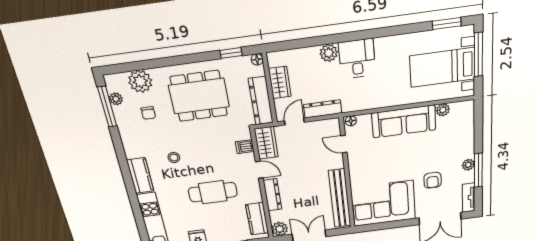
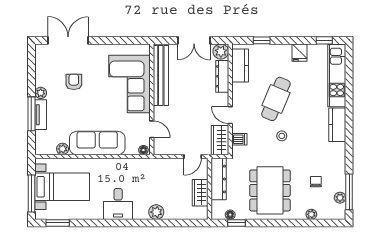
floor lamp: (257, 59) -> (230, 215), moved
desk: (357, 59) -> (118, 204), moved
plant: (140, 81) -> (311, 214), width x0.53, depth x0.53
dining table: (199, 96) -> (270, 190), turned 90
dresser: (323, 109) -> (167, 164), removed
stool: (174, 158) -> (282, 136), moved
window: (478, 170) -> (31, 114), moved
cafe table: (213, 192) -> (276, 99), turned -67
dresser: (272, 195) -> (222, 76), moved
tv unit: (469, 198) -> (41, 115), moved
corner sofa: (383, 203) -> (129, 84), moved, turned 90

